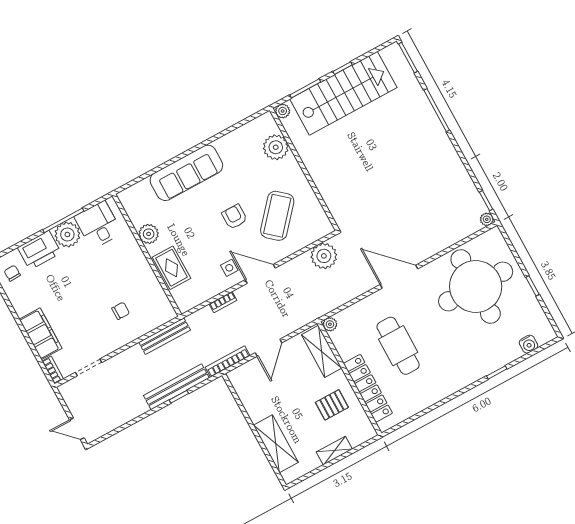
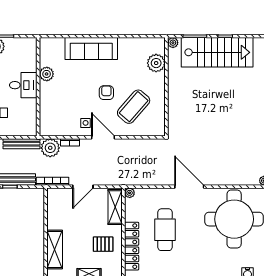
desk: (98, 225) -> (23, 85), moved, turned 90
plant: (324, 256) -> (50, 148), moved
rug: (171, 268) -> (49, 103), removed

